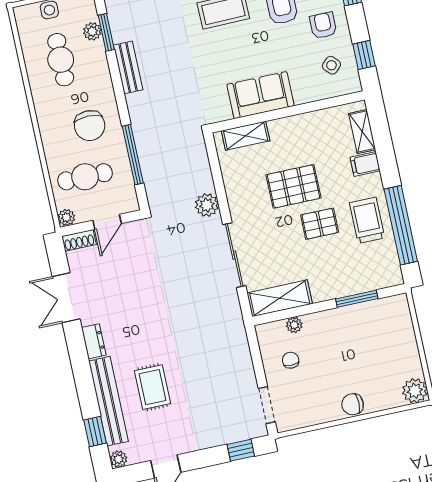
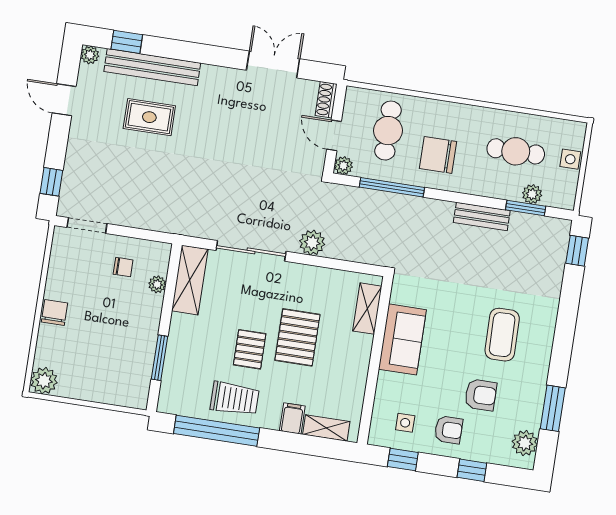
side table: (331, 65) -> (405, 423), turned 45
plant: (66, 217) -> (343, 166), moved
dresser: (94, 341) -> (218, 75), removed

